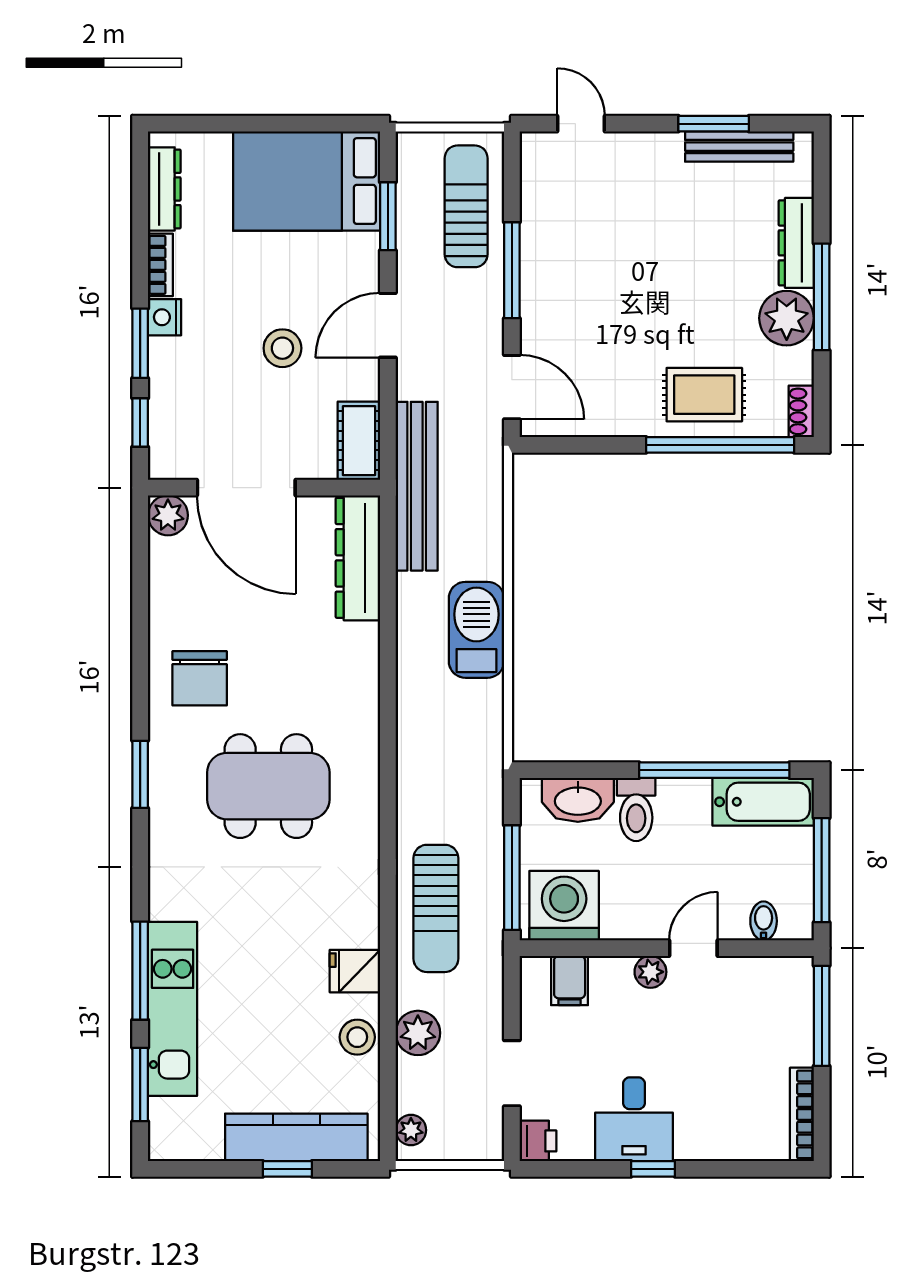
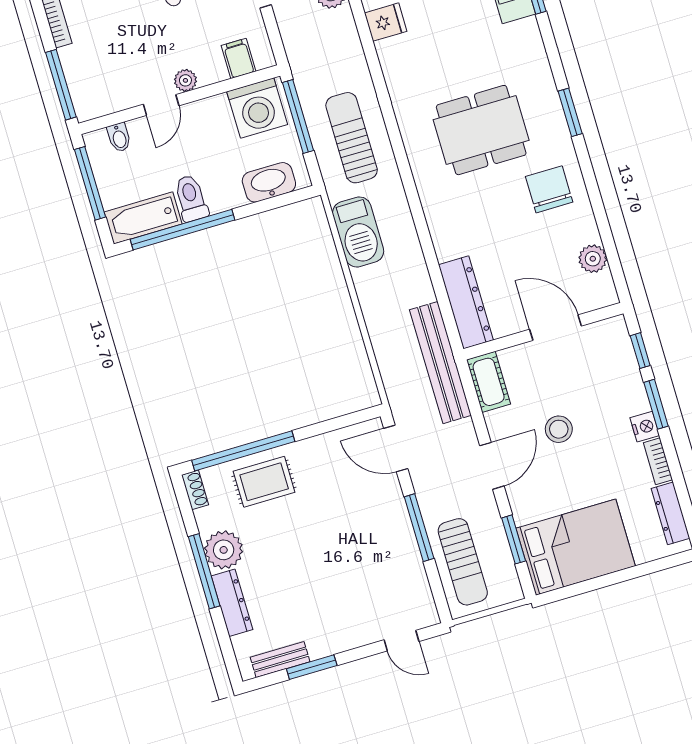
bench: (739, 147) -> (280, 659), width x0.73
door: (246, 488) -> (556, 328), width x0.73
plant: (168, 515) -> (593, 259), moved
barbecue: (476, 630) -> (358, 232), moved
toilet: (636, 809) -> (191, 198), moved
sun lounger: (436, 908) -> (352, 138), moved

